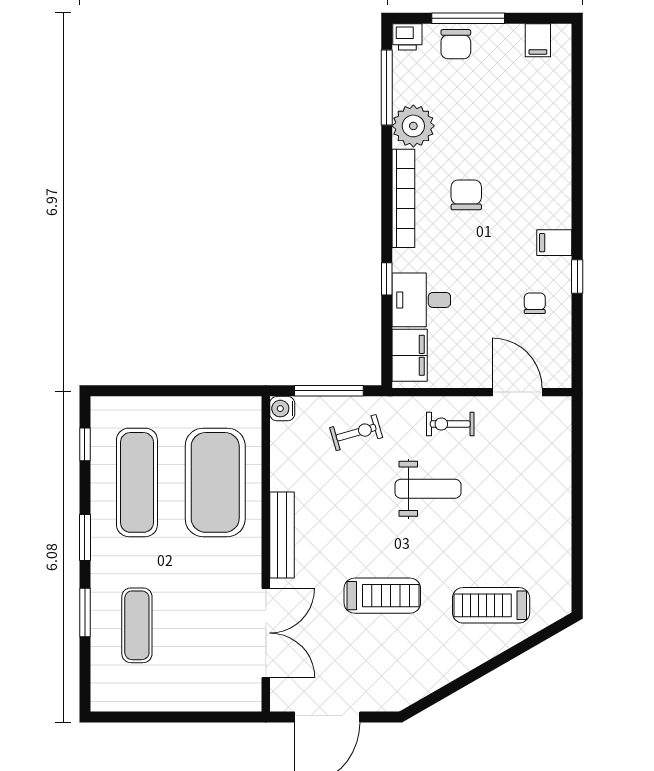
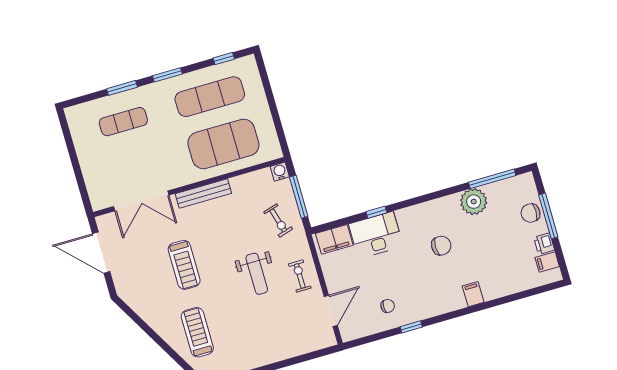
printer: (407, 37) -> (544, 244), moved
bookcase: (403, 198) -> (428, 208), removed
filing cabinet: (554, 243) -> (473, 294), moved
desk: (421, 300) -> (376, 235), width x1.37

